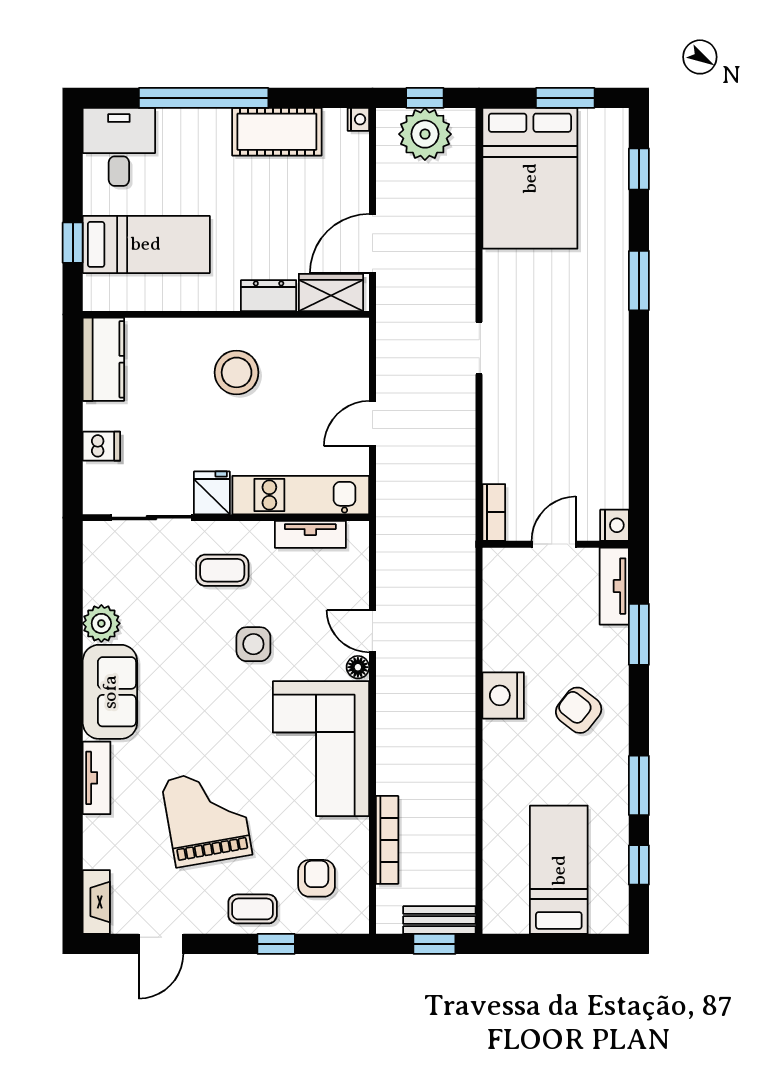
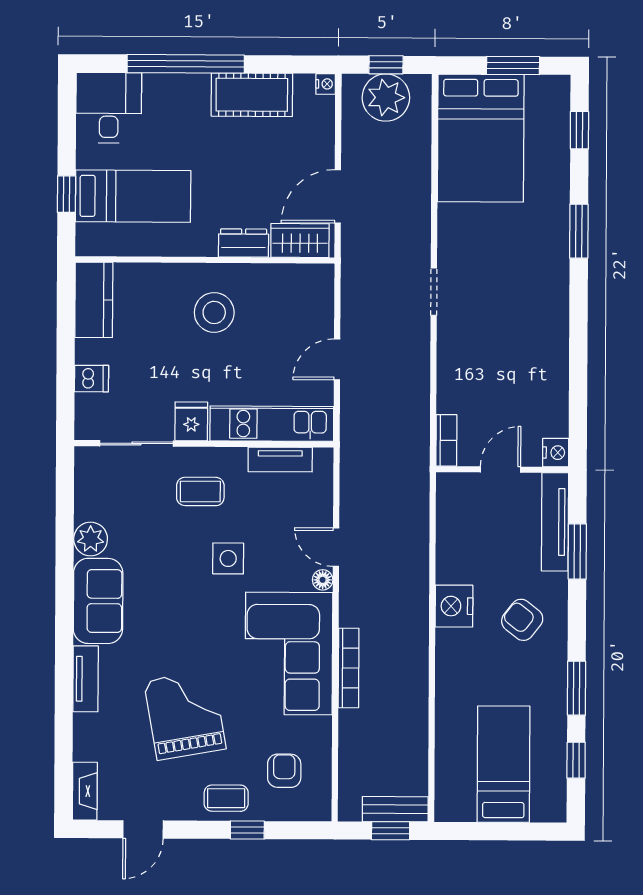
tv unit: (614, 586) -> (555, 522), width x1.41
bookcase: (387, 840) -> (349, 668), moved

